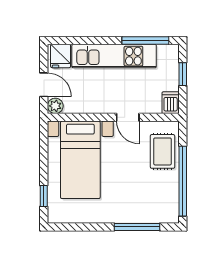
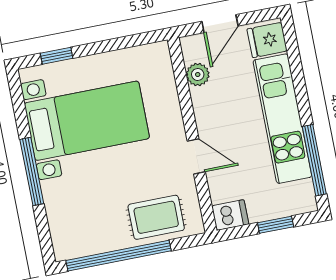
plant: (55, 106) -> (198, 75), moved
door: (128, 117) -> (196, 156), swing flipped
bed with nightstands: (80, 160) -> (87, 121), moved, turned 180
window: (137, 227) -> (32, 171), moved

